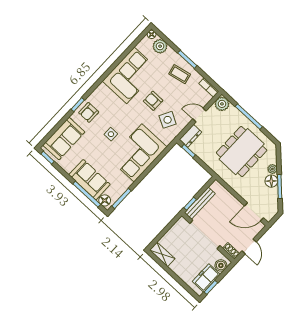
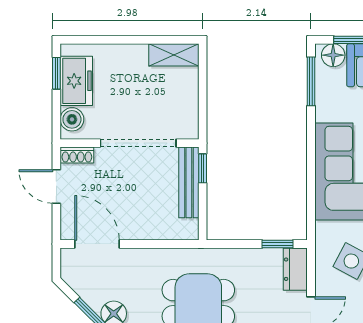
door: (254, 212) -> (97, 244), hinge flipped

